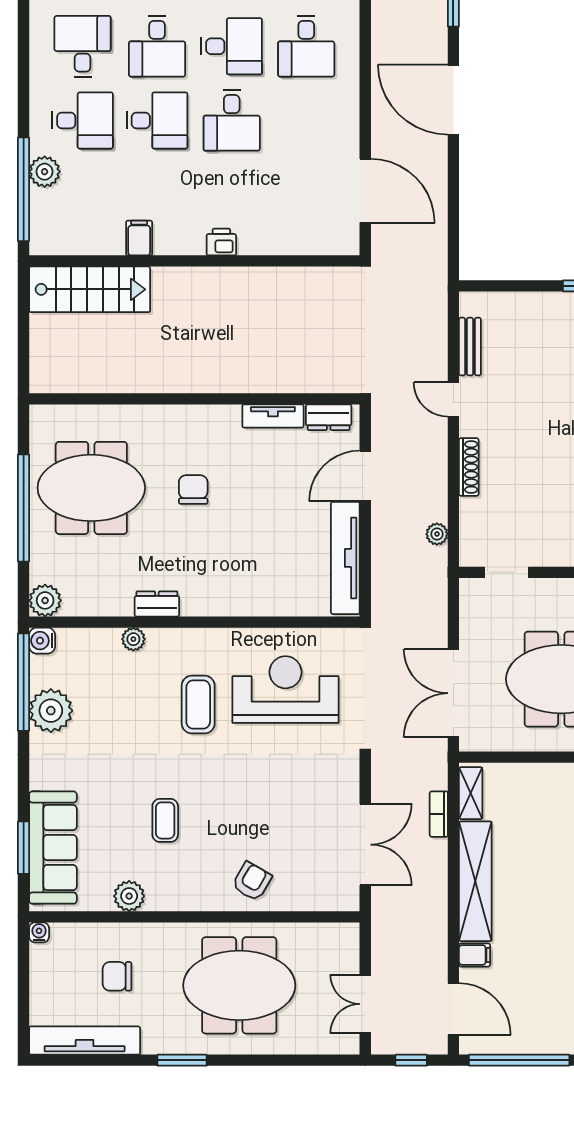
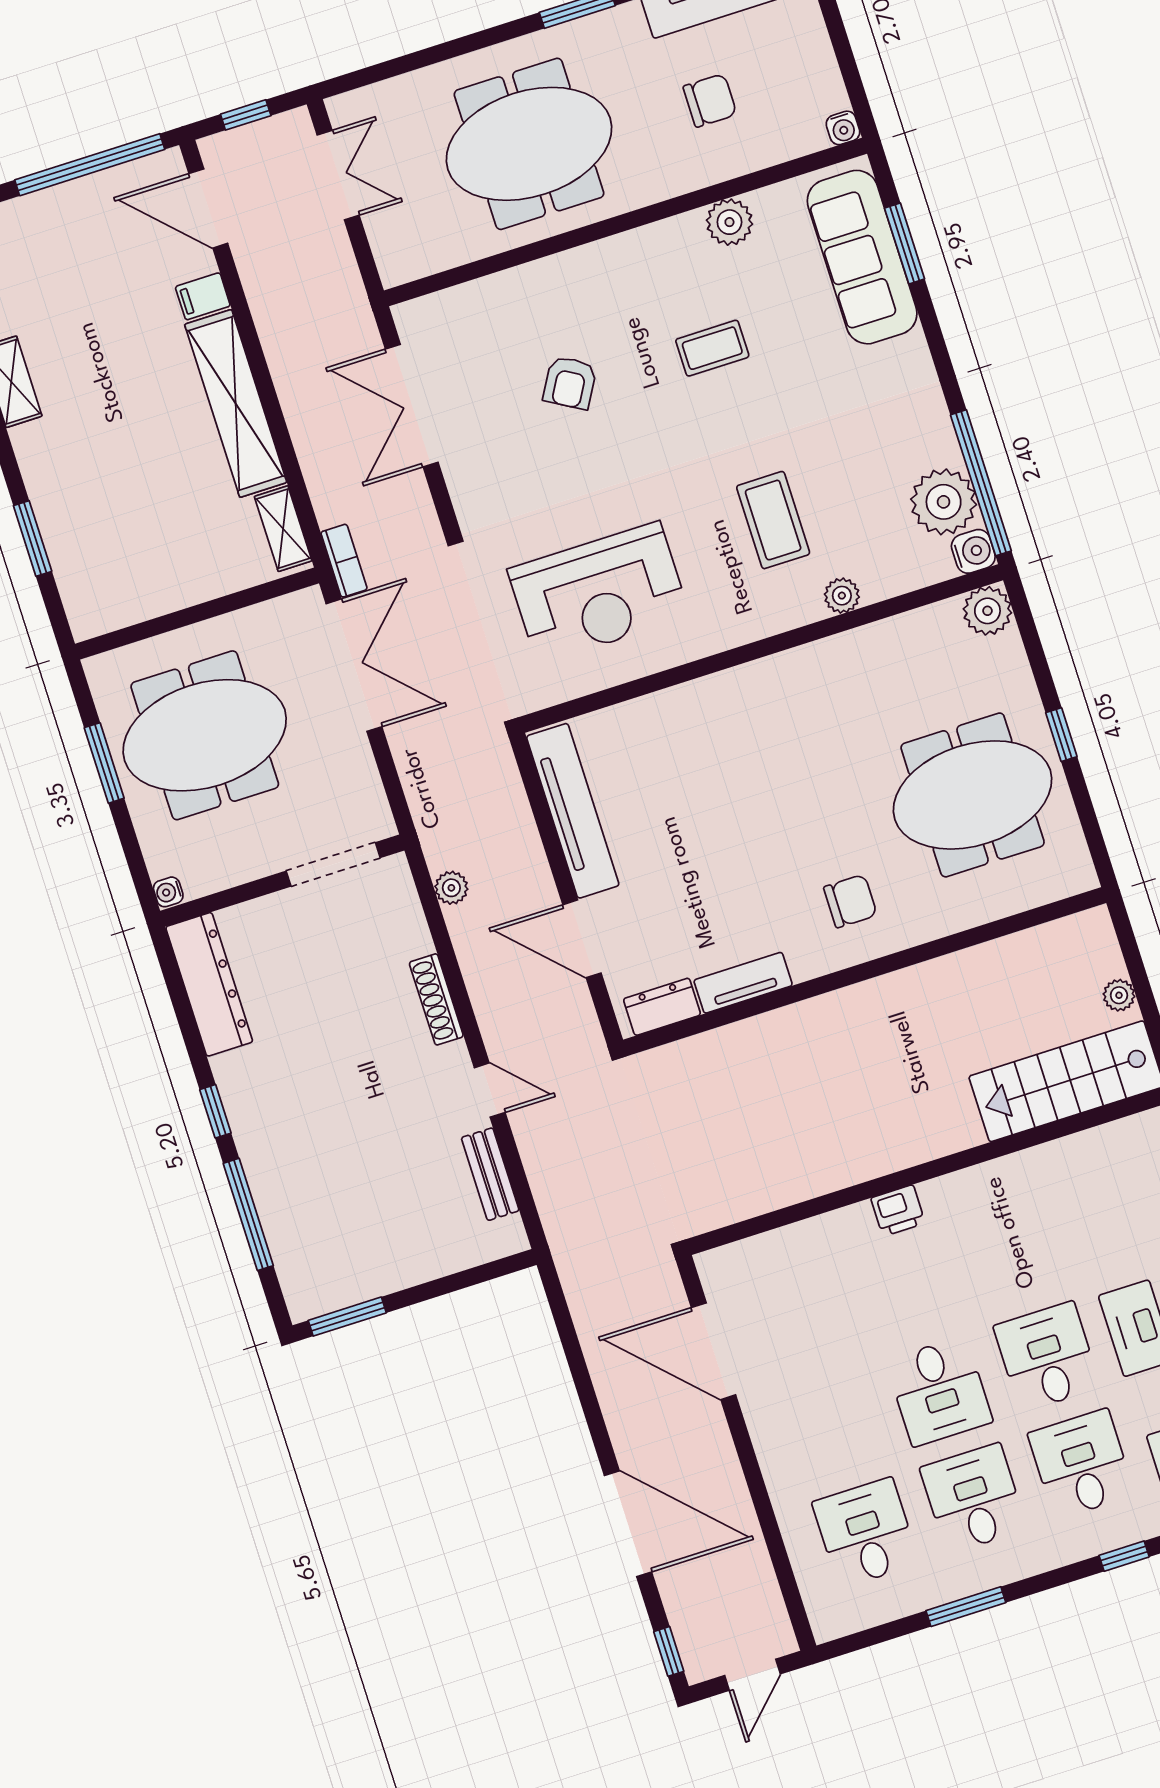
desk: (232, 46) -> (973, 1498), turned 90
desk: (157, 120) -> (1047, 1357), turned 90
desk: (232, 120) -> (939, 1391), turned 180
filing cabinet: (139, 238) -> (1019, 1178), removed
plant: (40, 333) -> (1119, 995), added
door: (365, 476) -> (582, 939), swing flipped
chair: (193, 490) -> (850, 901), moved, turned -90
window: (24, 508) -> (1061, 735), width x0.32
doorway: (506, 572) -> (333, 864), width x1.38
dresser: (157, 604) -> (824, 657), removed
coffee table: (198, 705) -> (773, 520), moved
plant: (51, 711) -> (944, 502), moved
bookcase: (439, 814) -> (344, 561), moved
coffee table: (165, 820) -> (712, 348), turned 90
armchair: (252, 881) -> (570, 383), moved

